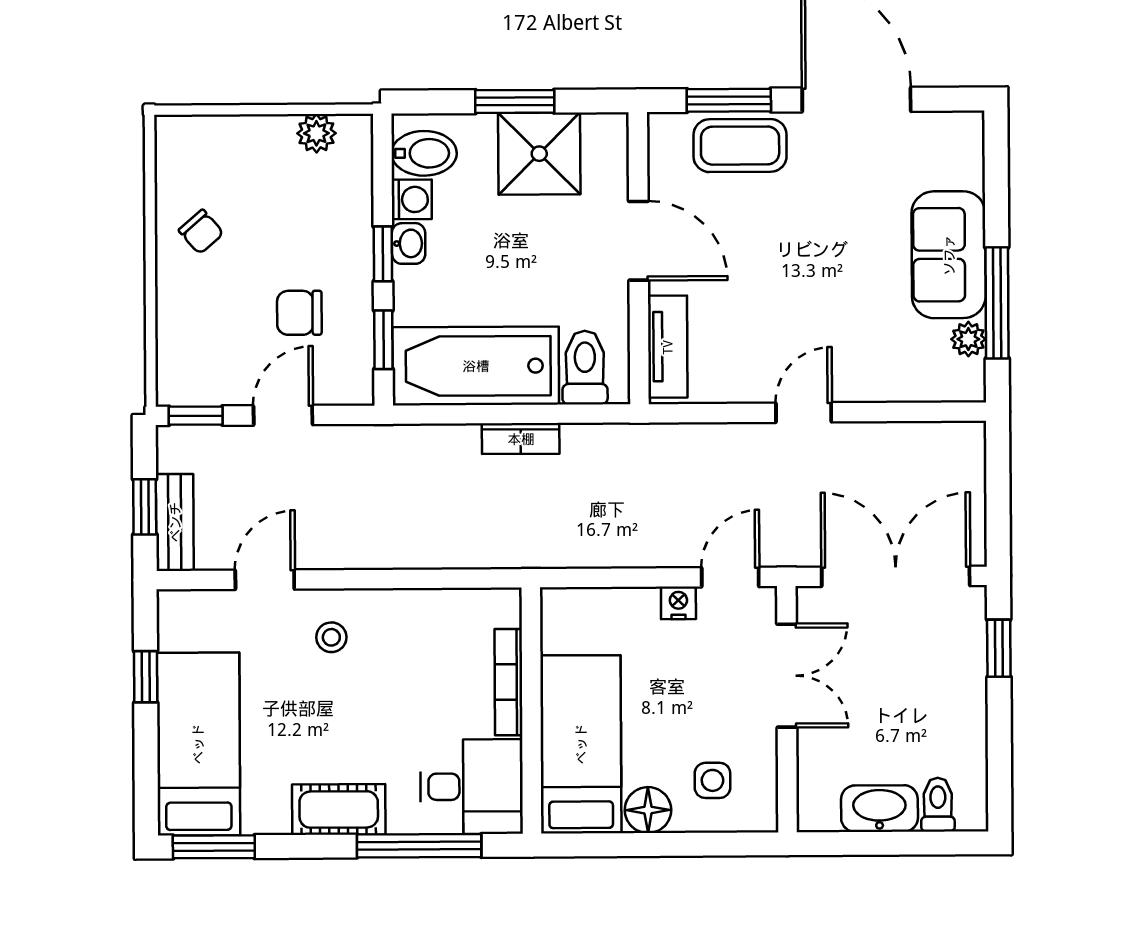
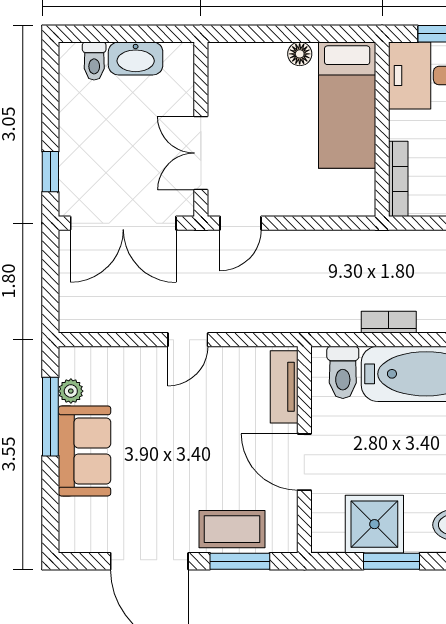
nightstand: (678, 603) -> (277, 205), removed
bookcase: (508, 682) -> (398, 179), moved
side table: (712, 780) -> (254, 79), removed
floor lamp: (648, 810) -> (300, 54), width x0.73, depth x0.73

